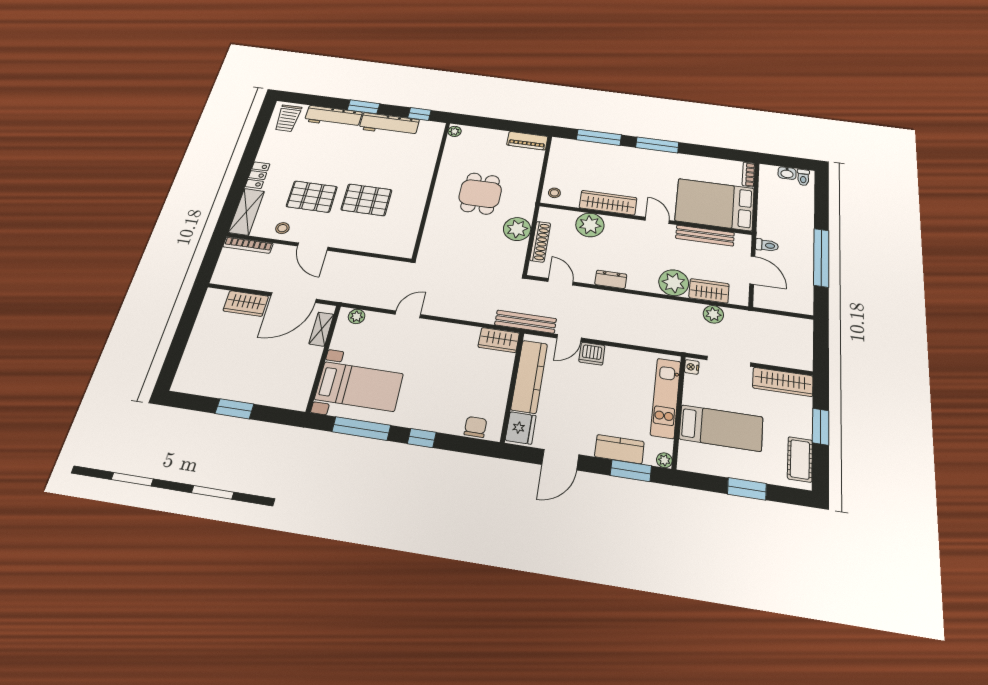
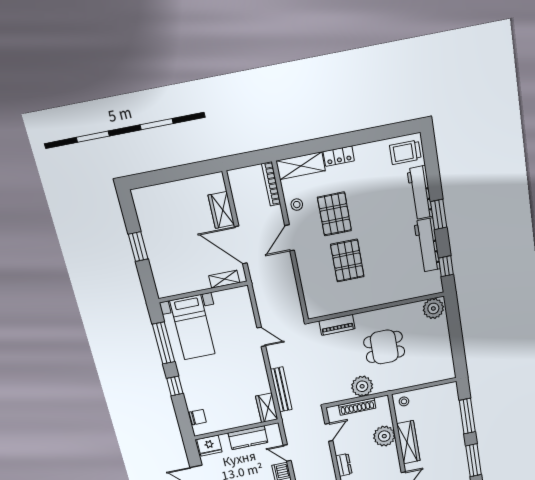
plant: (455, 131) -> (433, 308), width x1.87, depth x1.87
piano: (527, 141) -> (337, 325), moved, turned -90
plant: (357, 316) -> (245, 300), removed
bench: (526, 322) -> (281, 389), moved
kitchen counter: (529, 376) -> (248, 438), width x0.67

